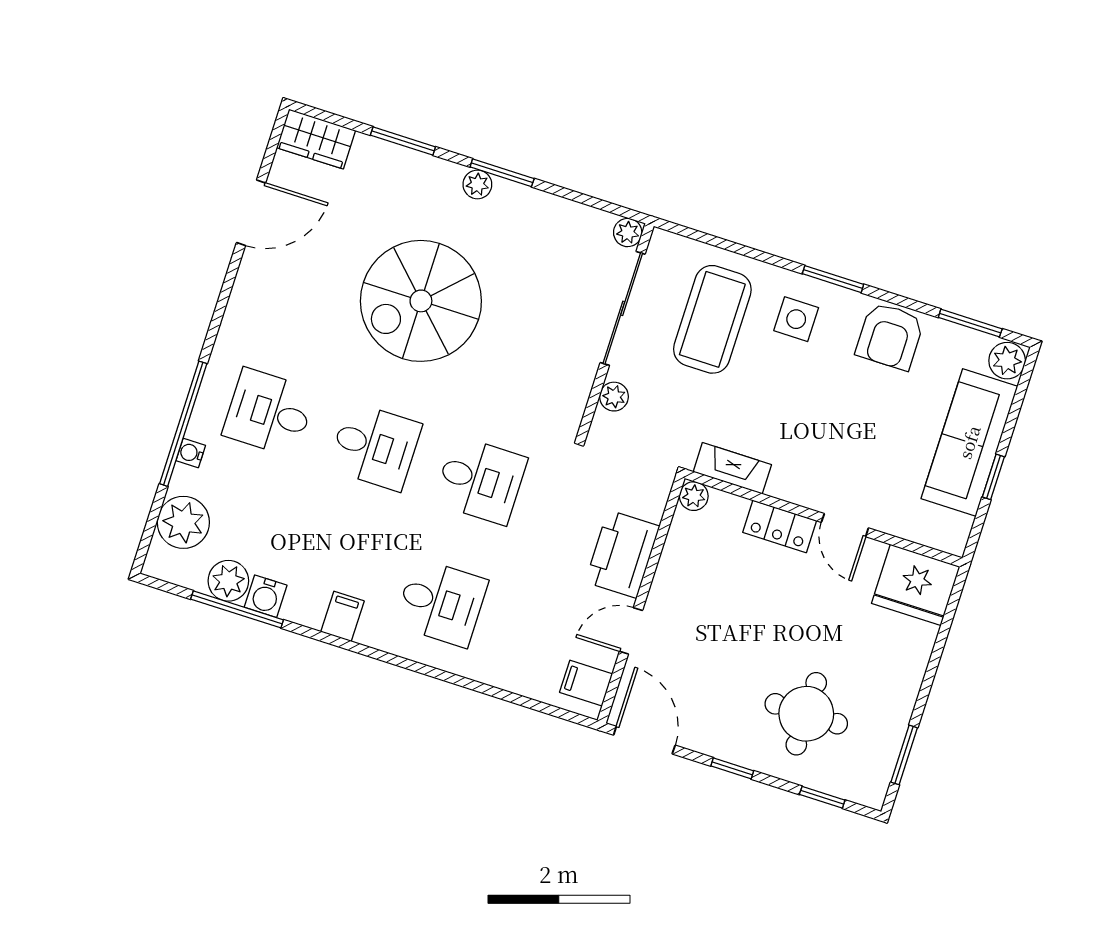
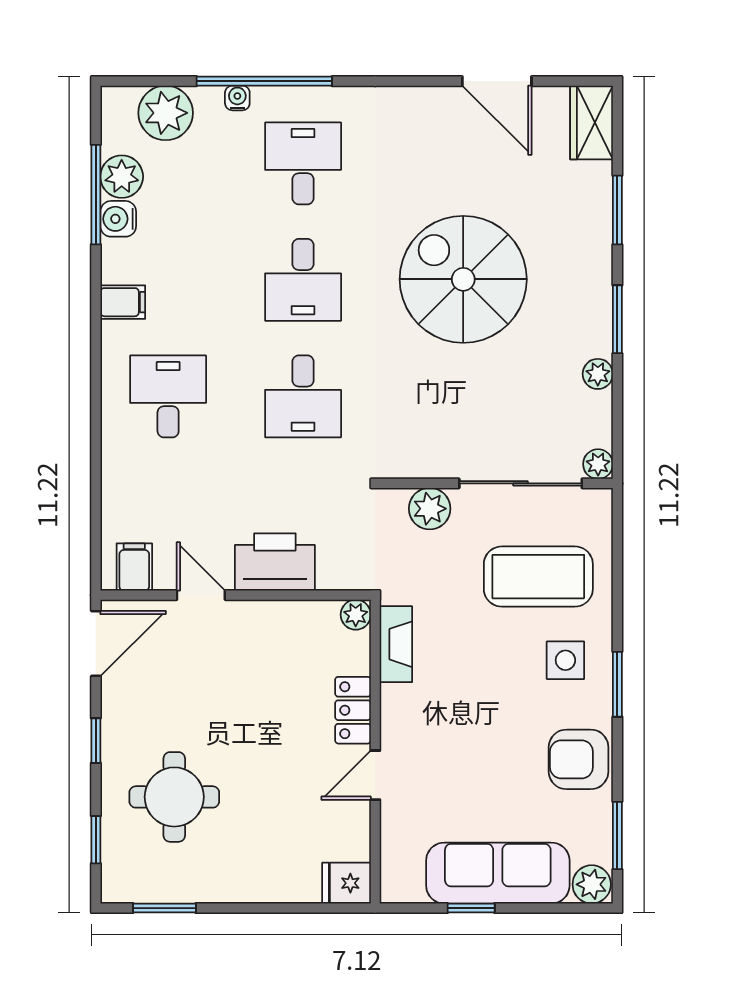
plant: (477, 184) -> (598, 374), moved
plant: (614, 397) -> (430, 509), width x1.38, depth x1.38
fridge: (916, 585) -> (346, 883), width x0.53, depth x0.75
desk: (441, 603) -> (168, 396), turned 180

